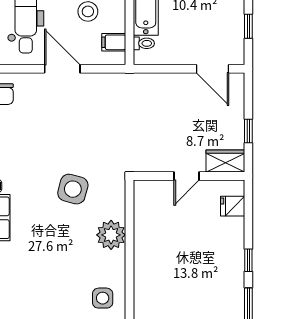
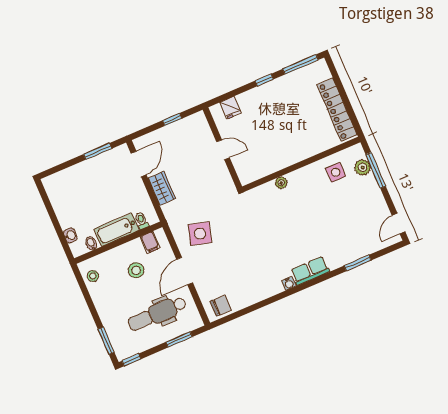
window: (248, 26) -> (98, 151), width x1.50
wardrobe: (225, 161) -> (162, 188), moved, turned 180
side table: (73, 189) -> (200, 234), moved
plant: (111, 235) -> (281, 183), width x0.53, depth x0.53

